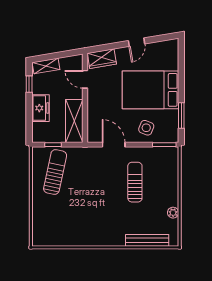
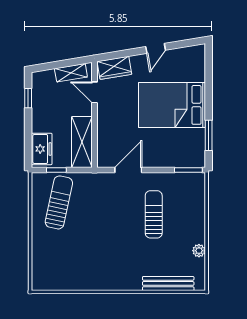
shelving: (46, 66) -> (71, 73), moved
freezer: (41, 108) -> (42, 149), moved
side table: (146, 128) -> (167, 150), removed
door: (114, 145) -> (128, 170), hinge flipped

